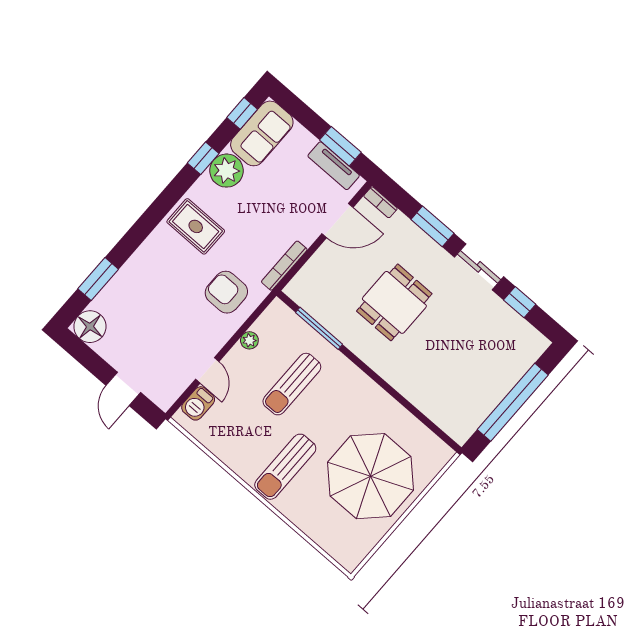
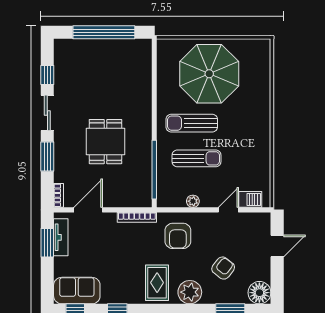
plant: (227, 171) -> (190, 292), moved
door: (337, 220) -> (88, 210), hinge flipped
dining table: (394, 302) -> (105, 142), turned 90
armchair: (150, 311) -> (223, 268), added
window: (319, 328) -> (154, 170), width x1.46
sun lounger: (285, 467) -> (192, 123), moved, turned 180

